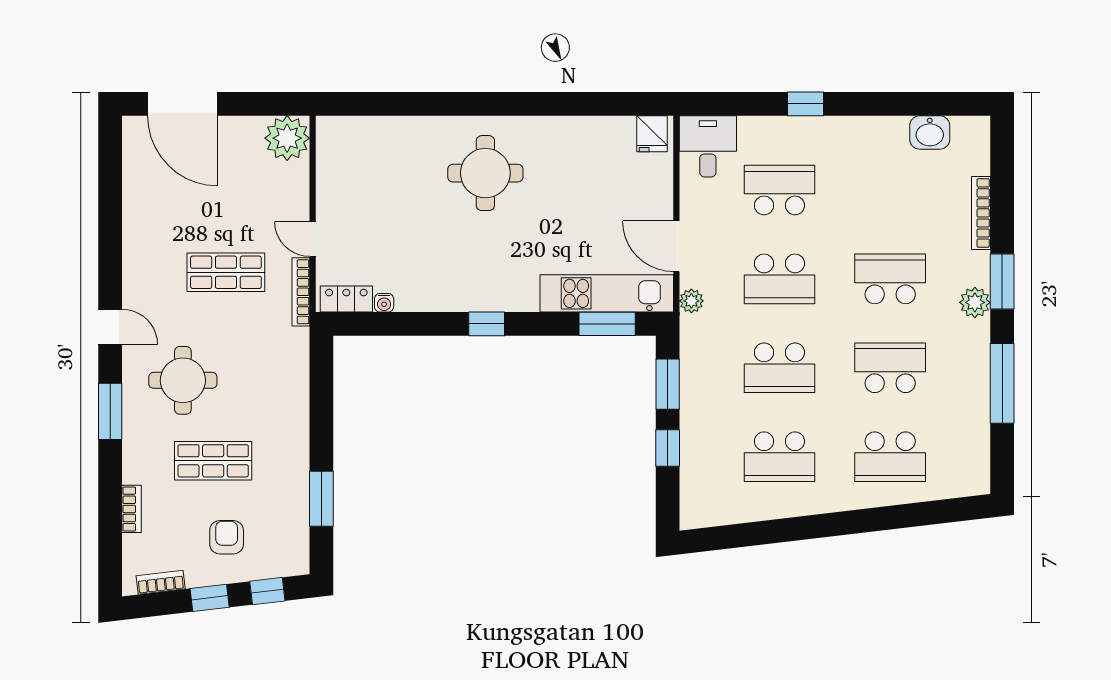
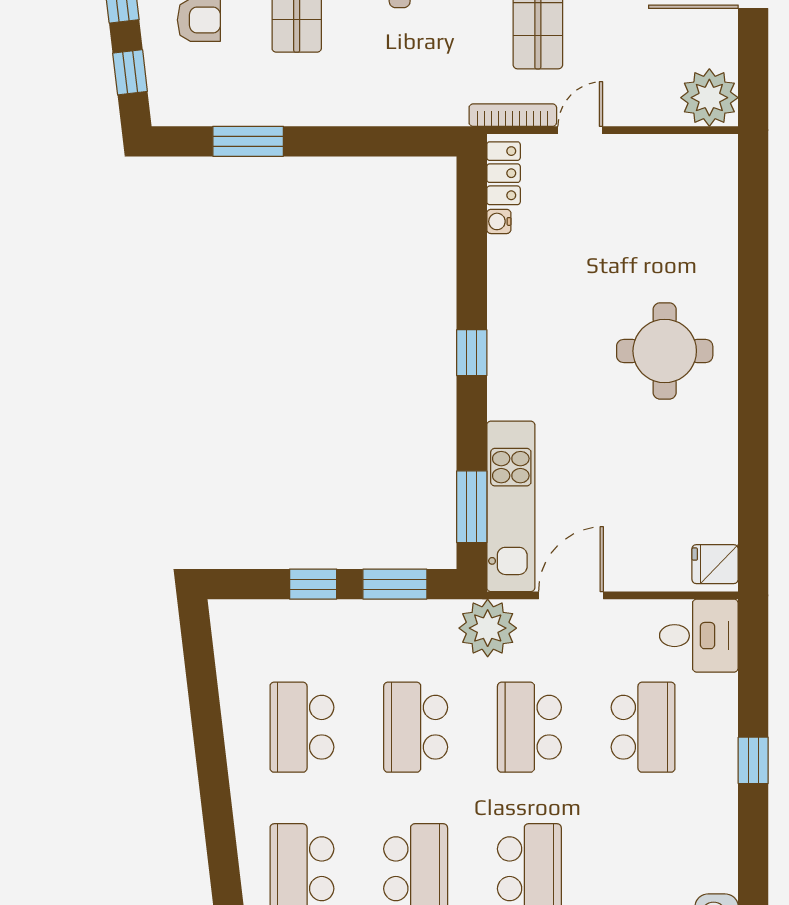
plant: (691, 301) -> (488, 628), width x1.88, depth x1.88

